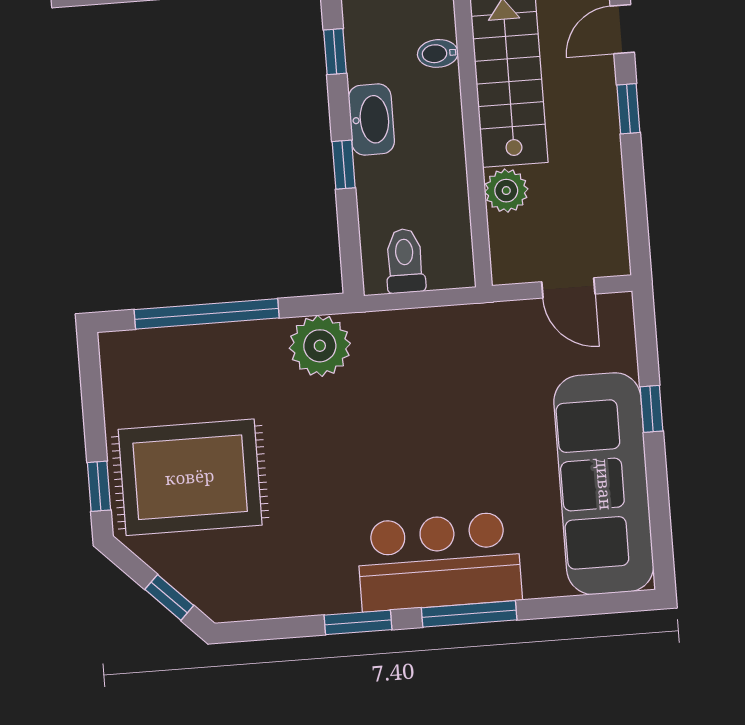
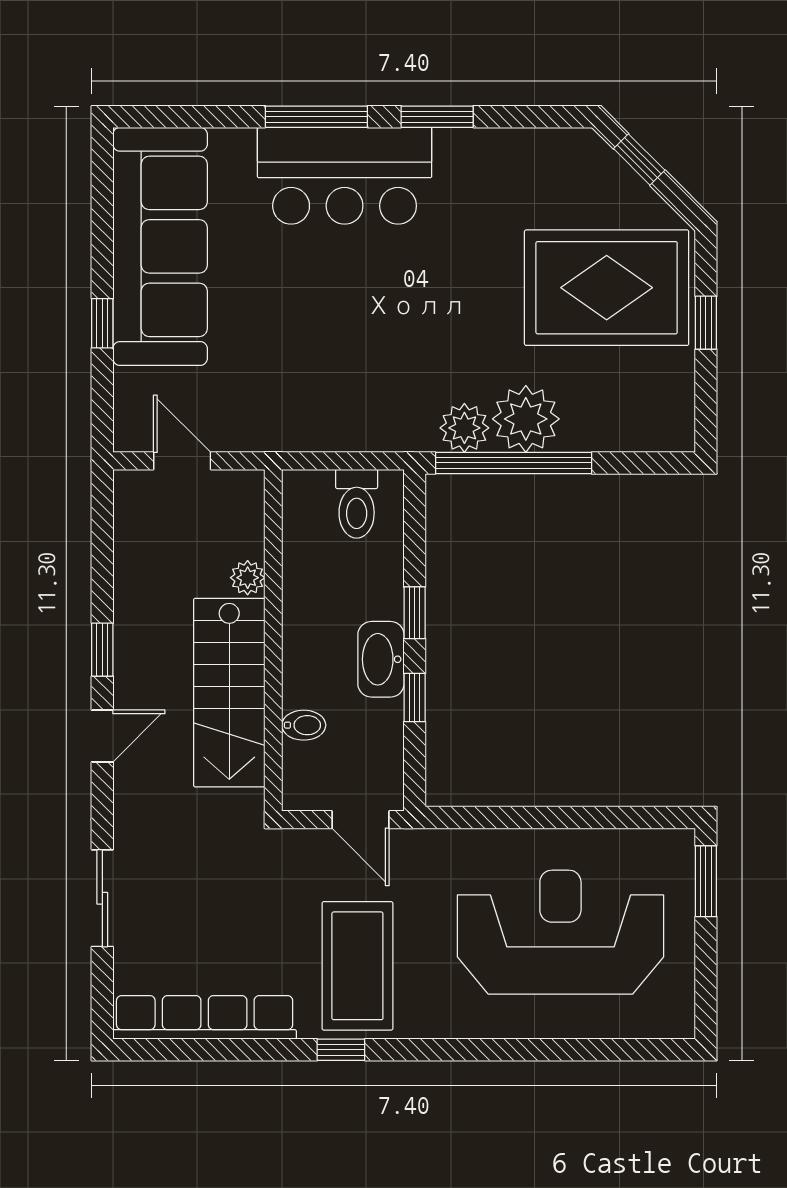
window: (335, 52) -> (415, 698), moved
plant: (506, 191) -> (248, 578), width x0.73, depth x0.73
window: (207, 314) -> (514, 463), moved
plant: (320, 346) -> (464, 428), width x0.73, depth x0.73
plant: (255, 351) -> (526, 419), added
window: (99, 486) -> (706, 323), moved

